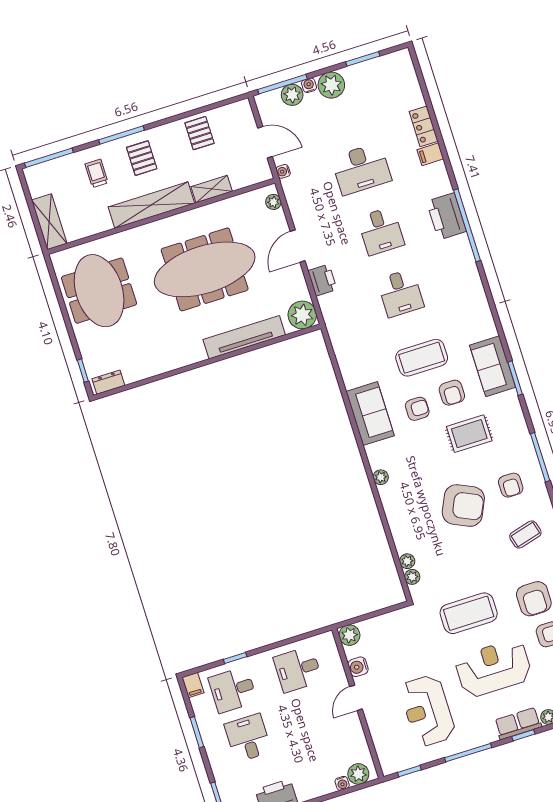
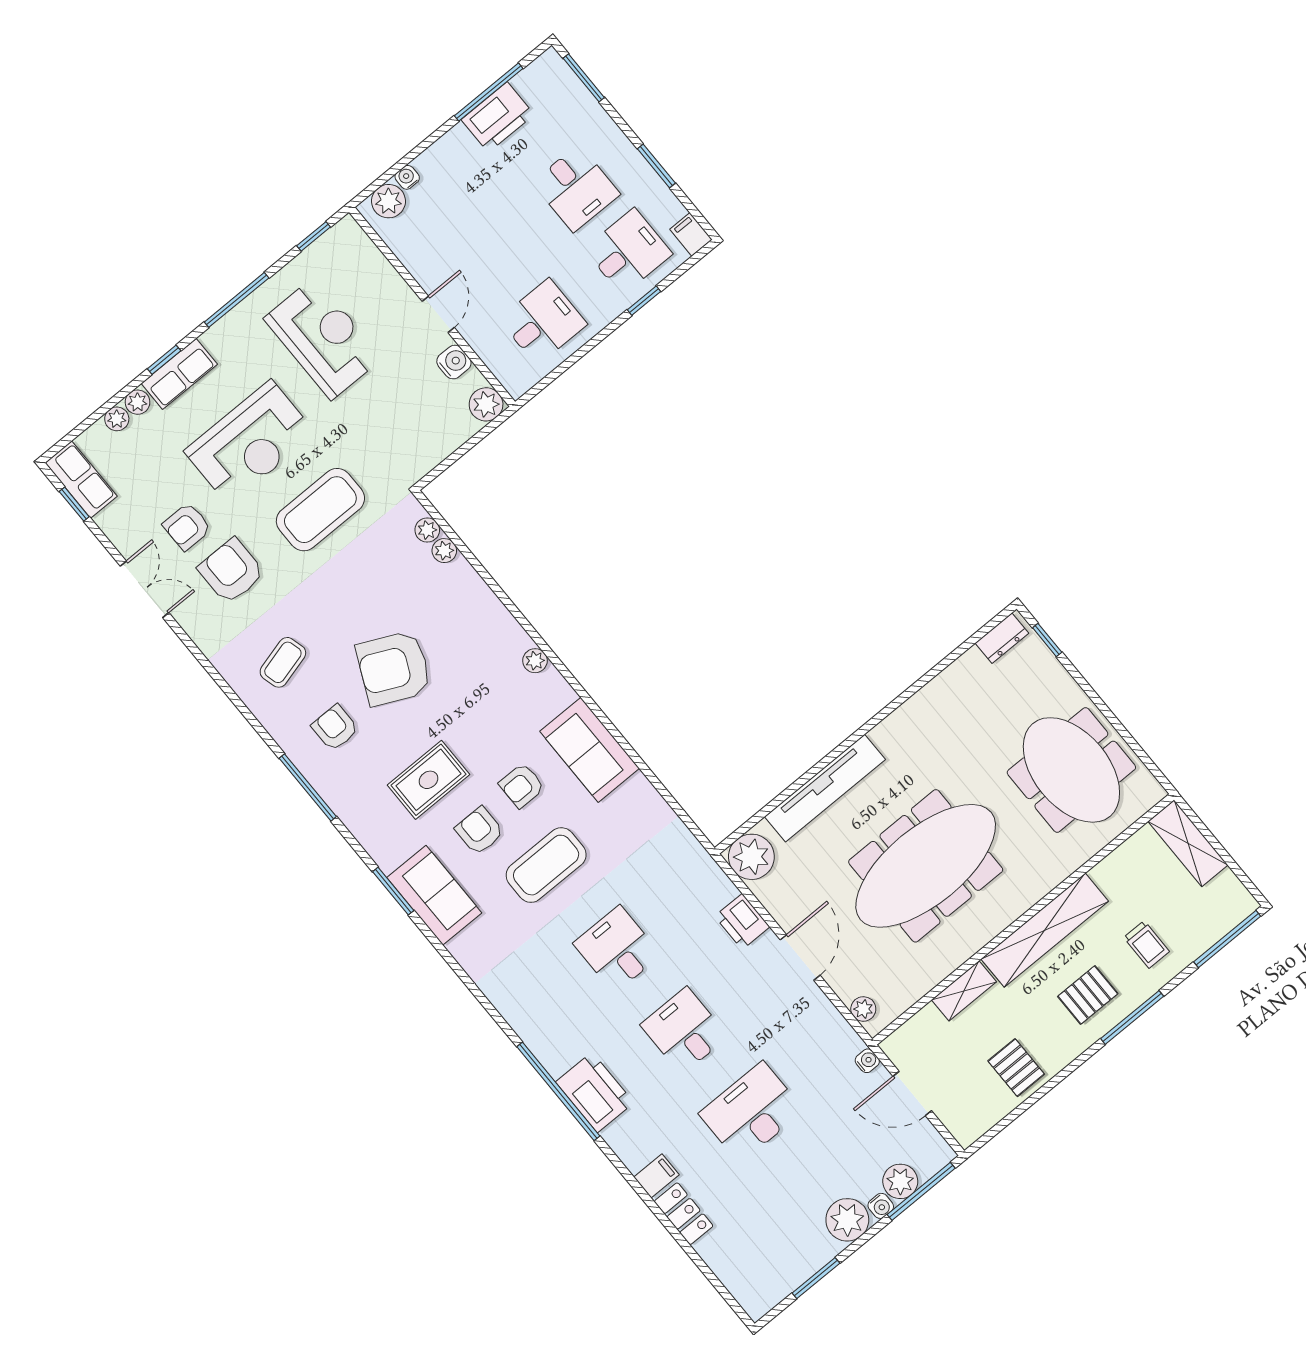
pallet: (142, 158) -> (1088, 995), turned 90

